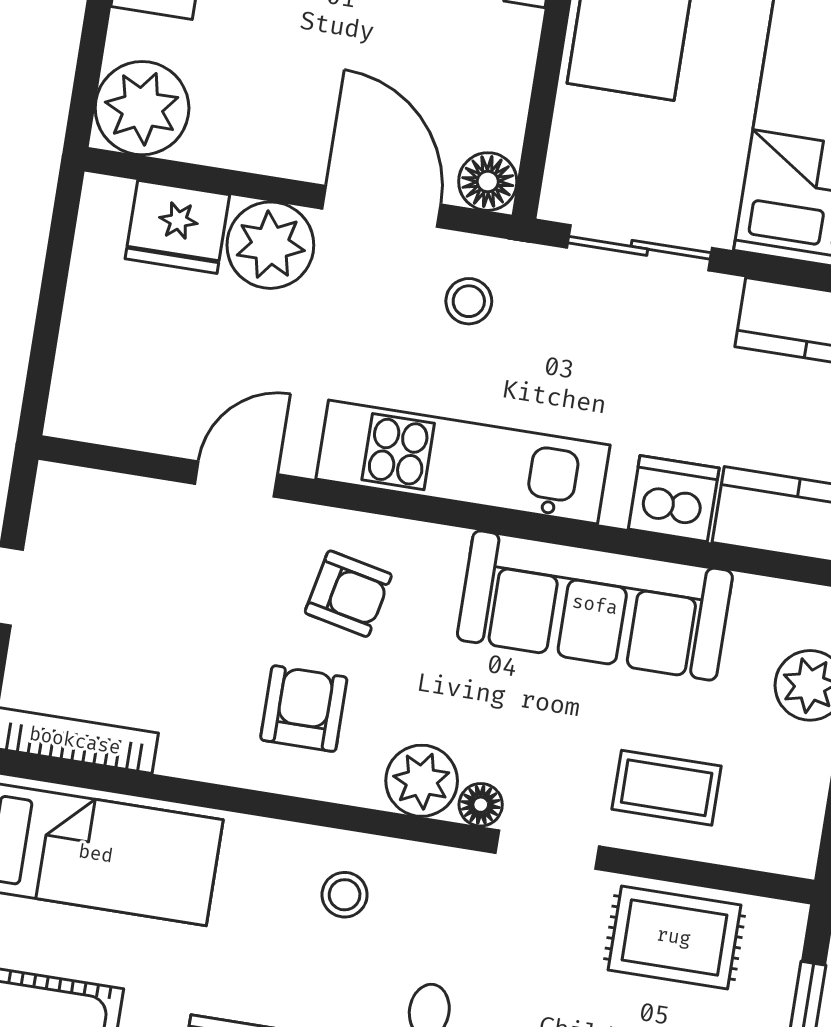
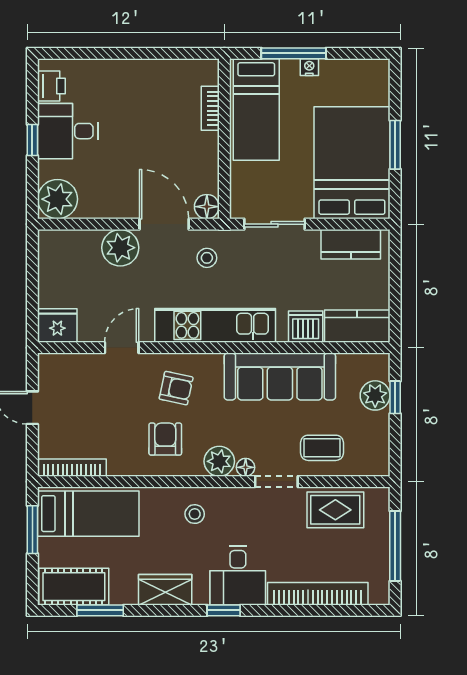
fridge: (177, 227) -> (57, 325), moved, turned 180

